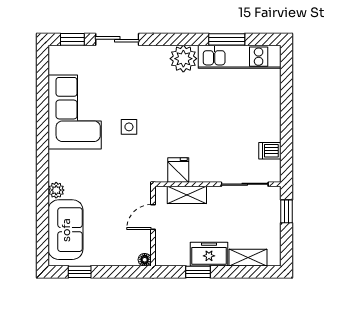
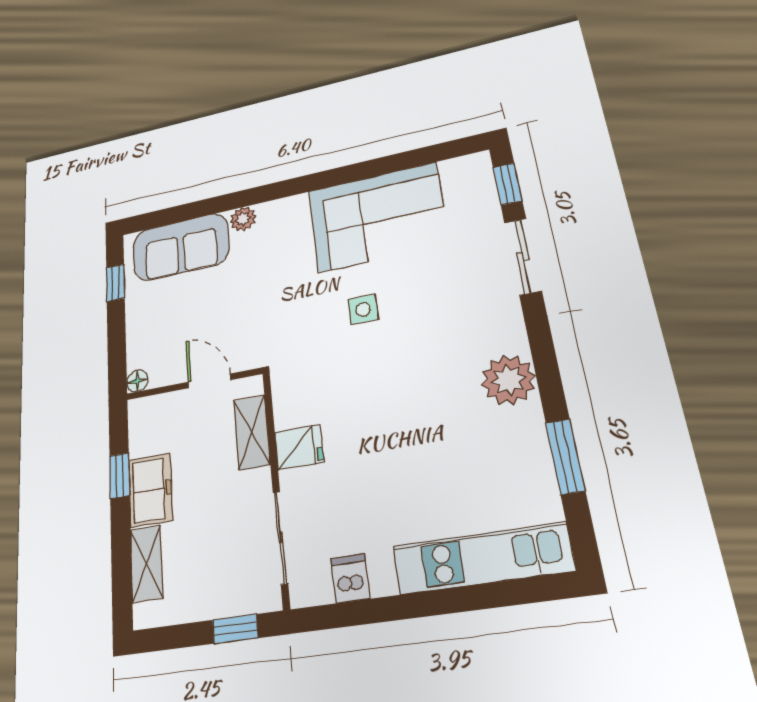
kitchen unit: (240, 57) -> (482, 559), moved, turned 90
fridge: (178, 170) -> (299, 447), moved

